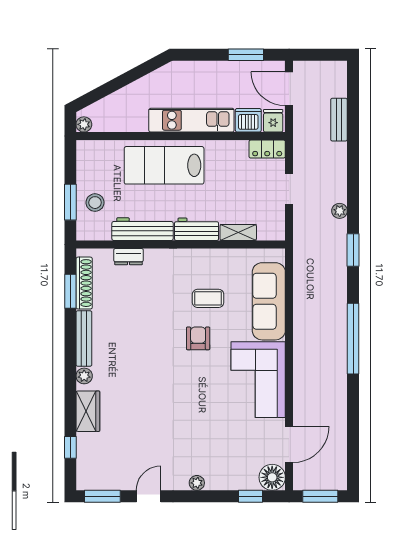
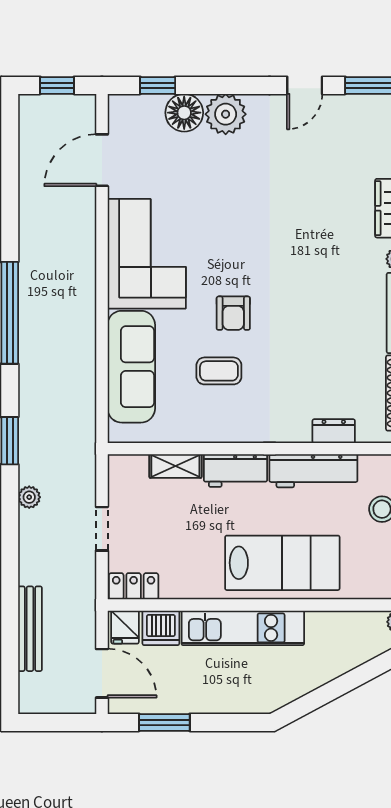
bench: (339, 120) -> (30, 629), width x1.36
floor lamp: (272, 477) -> (184, 113), moved
plant: (197, 483) -> (226, 114), width x1.88, depth x1.88
window: (320, 496) -> (57, 85), width x0.67

